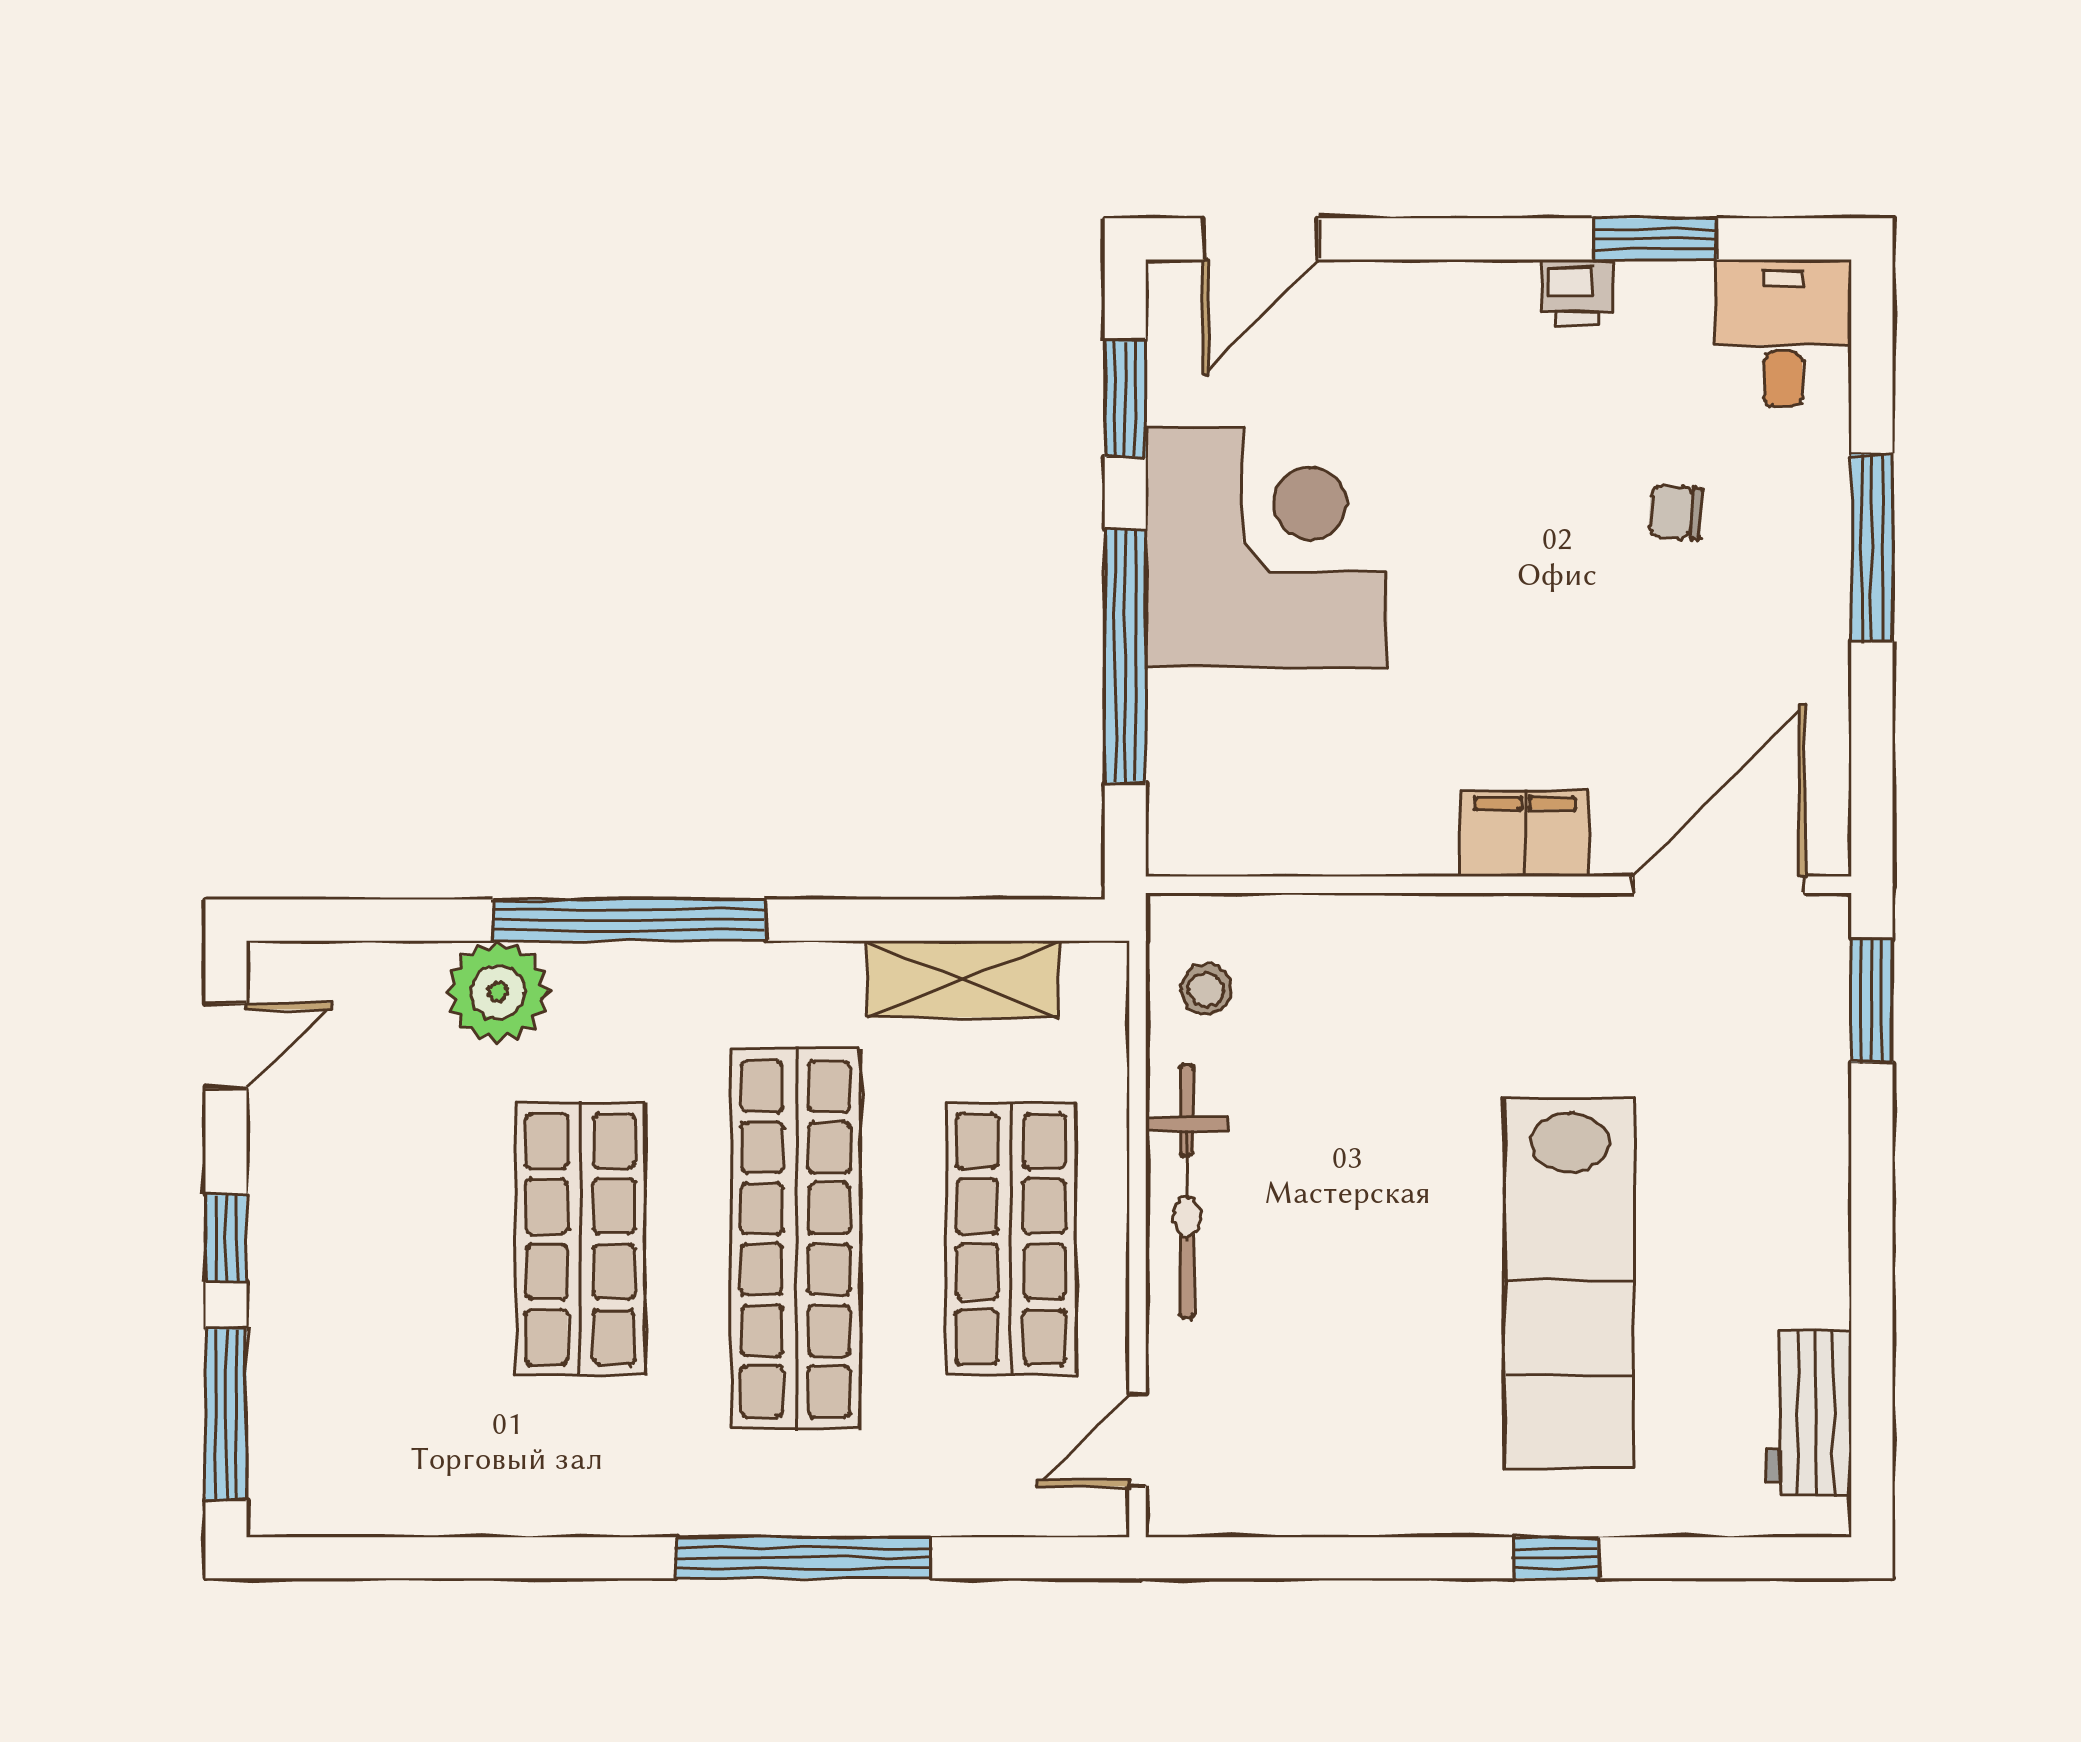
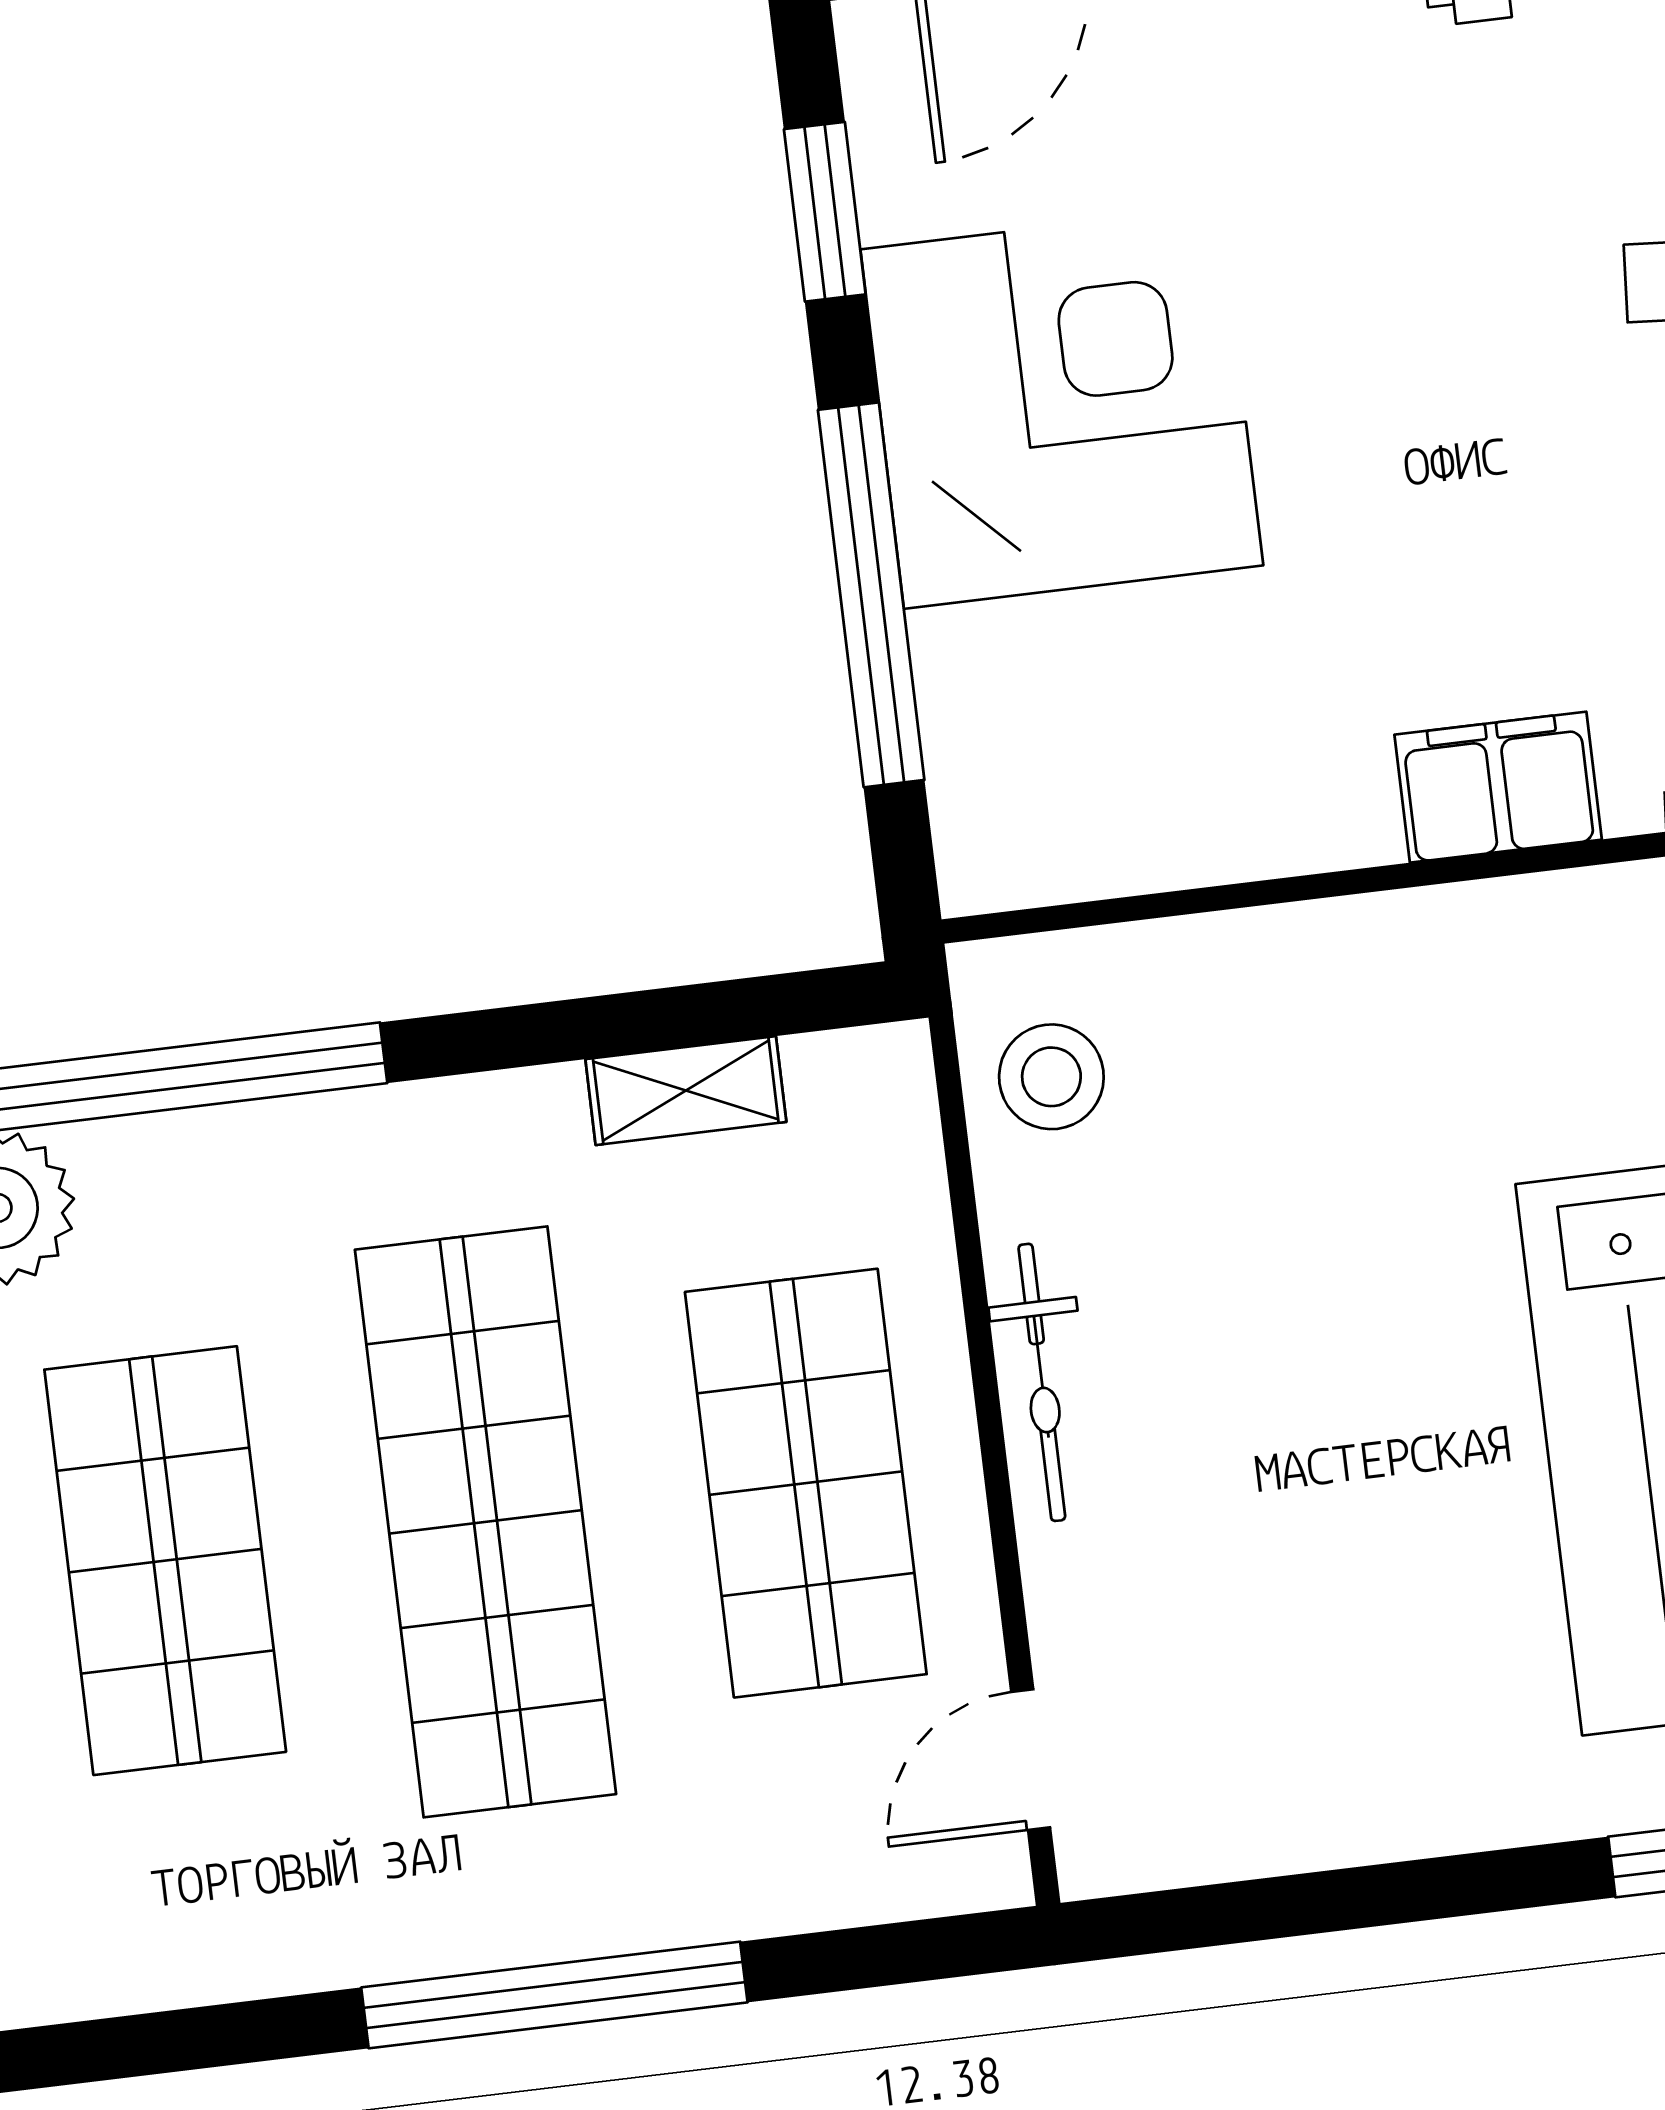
shelving: (963, 979) -> (686, 1091), width x0.67, depth x0.75
stool: (1206, 990) -> (1051, 1077), width x1.37, depth x1.37
bicycle: (1187, 1191) -> (1042, 1382), width x0.73, depth x0.71

